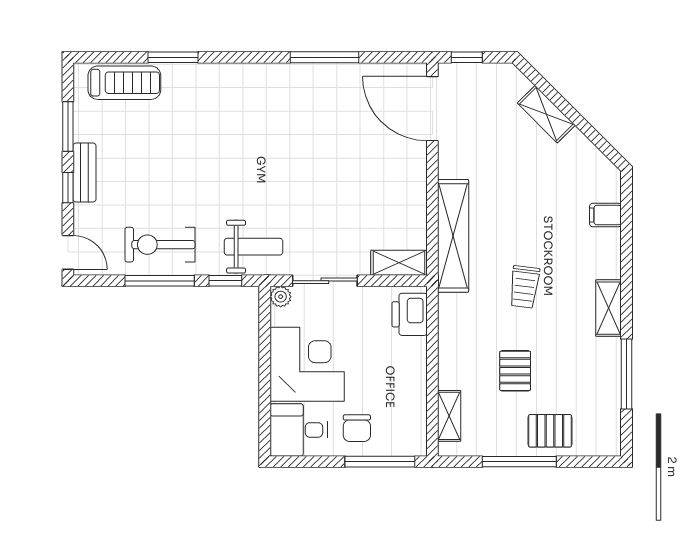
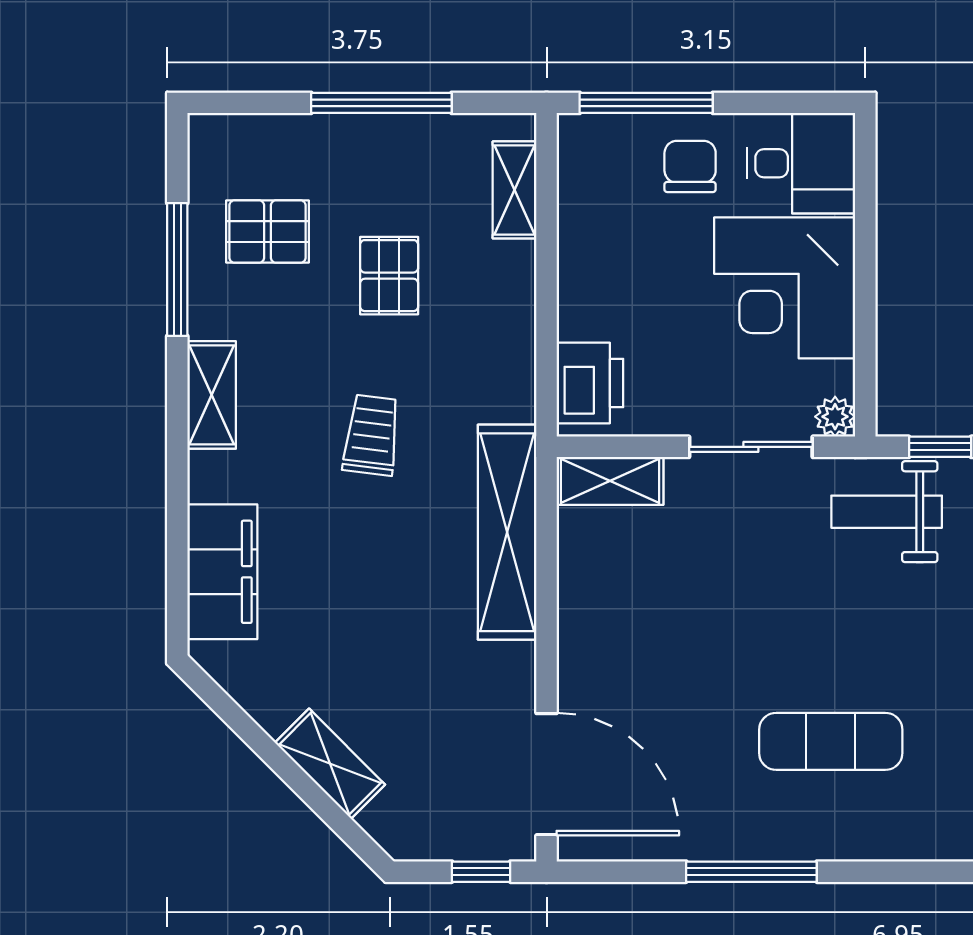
exercise mat: (283, 126) -> (831, 741), added
filing cabinet: (605, 215) -> (222, 572), width x3.00, depth x1.17
pallet: (550, 431) -> (267, 232), moved

